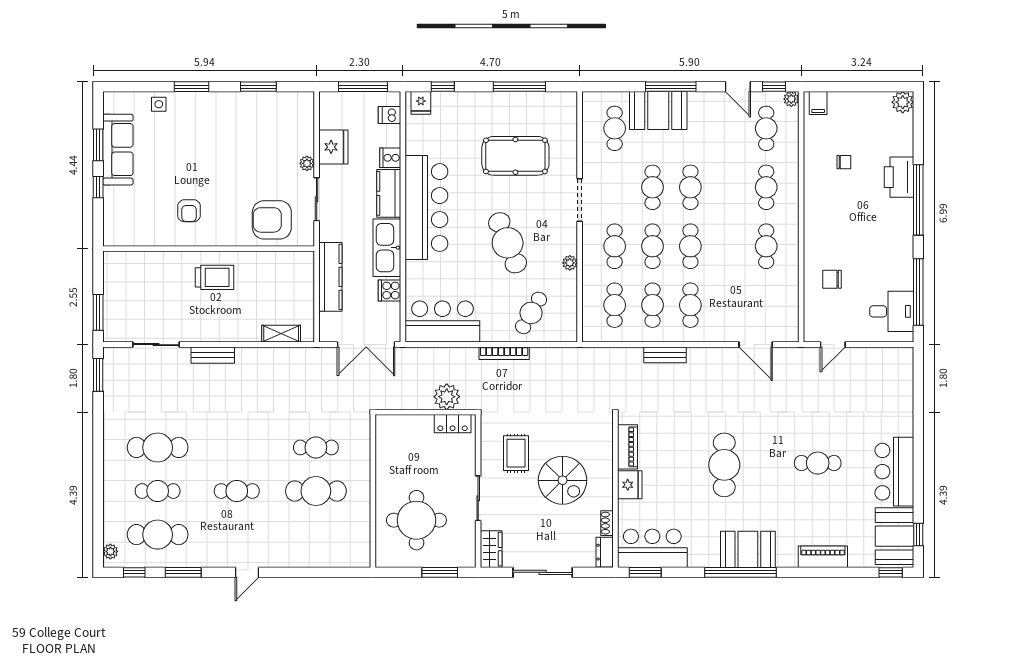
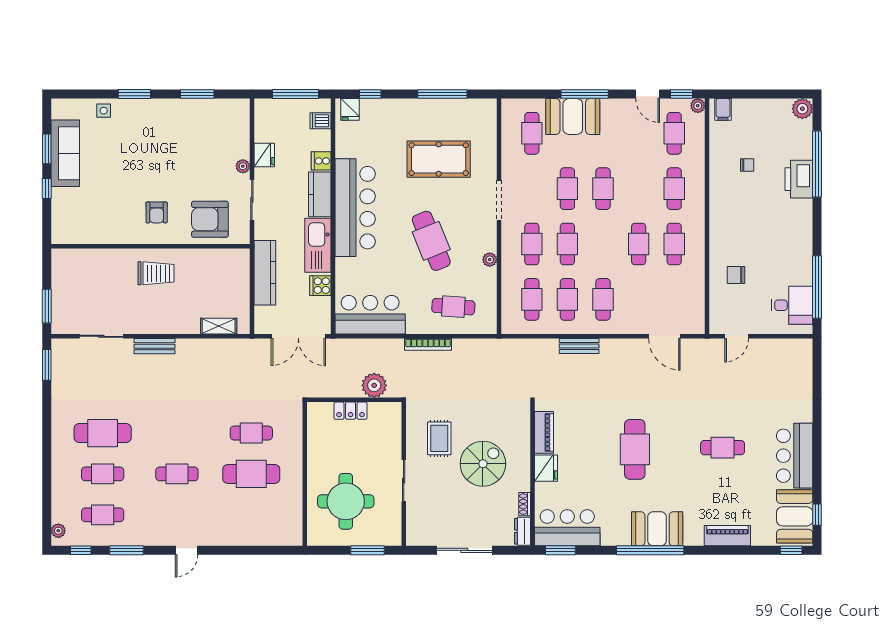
fridge: (333, 147) -> (264, 155), width x0.73, depth x0.75
window: (918, 200) -> (817, 164), moved
armchair: (189, 211) -> (157, 212), moved
cafe table: (690, 246) -> (639, 244), moved
cafe table: (531, 313) -> (453, 307), turned 64
locker: (453, 424) -> (351, 411), moved
spiral stairs: (563, 480) -> (483, 464), turned -90
cafe table: (158, 535) -> (103, 515), width x0.73, depth x0.74
wardrobe: (491, 549) -> (416, 529), removed

